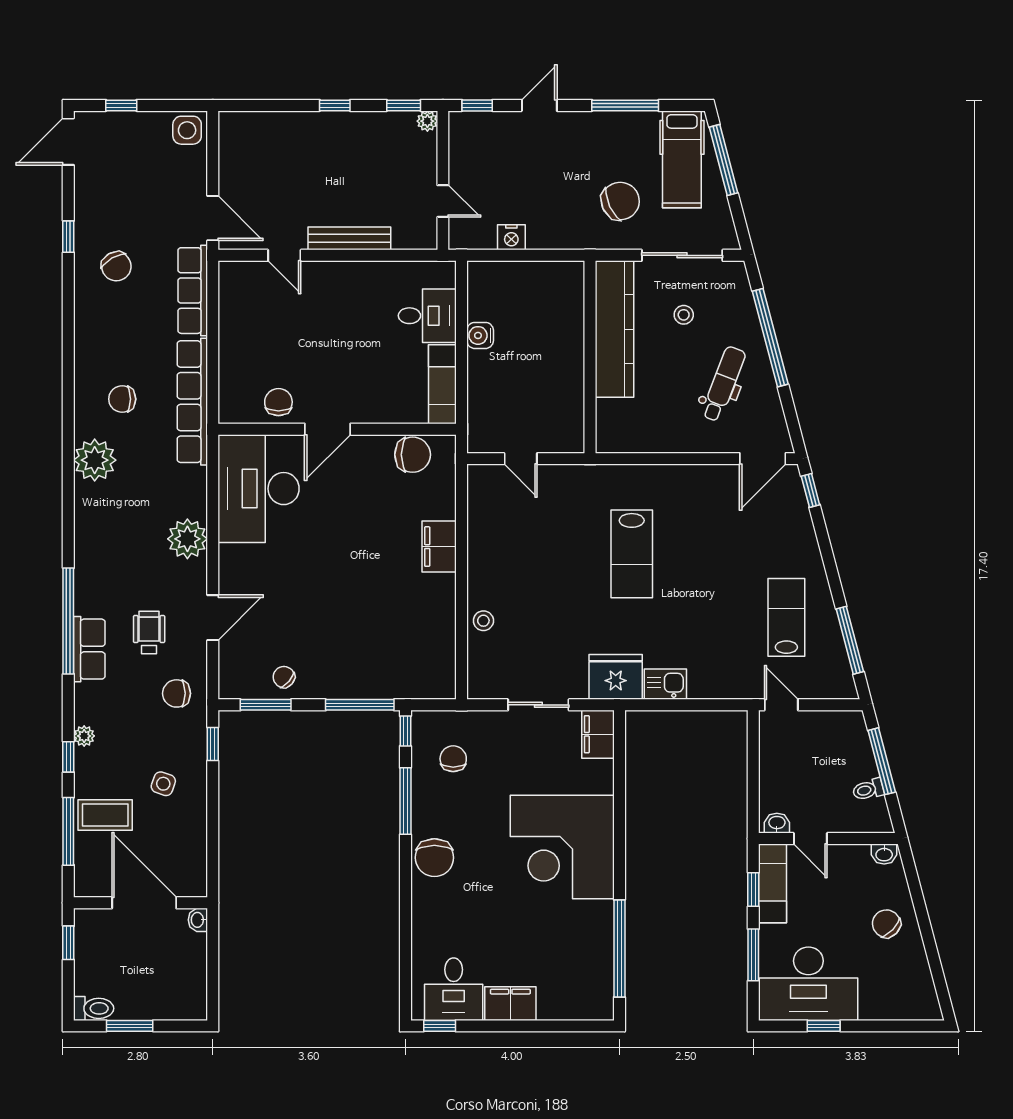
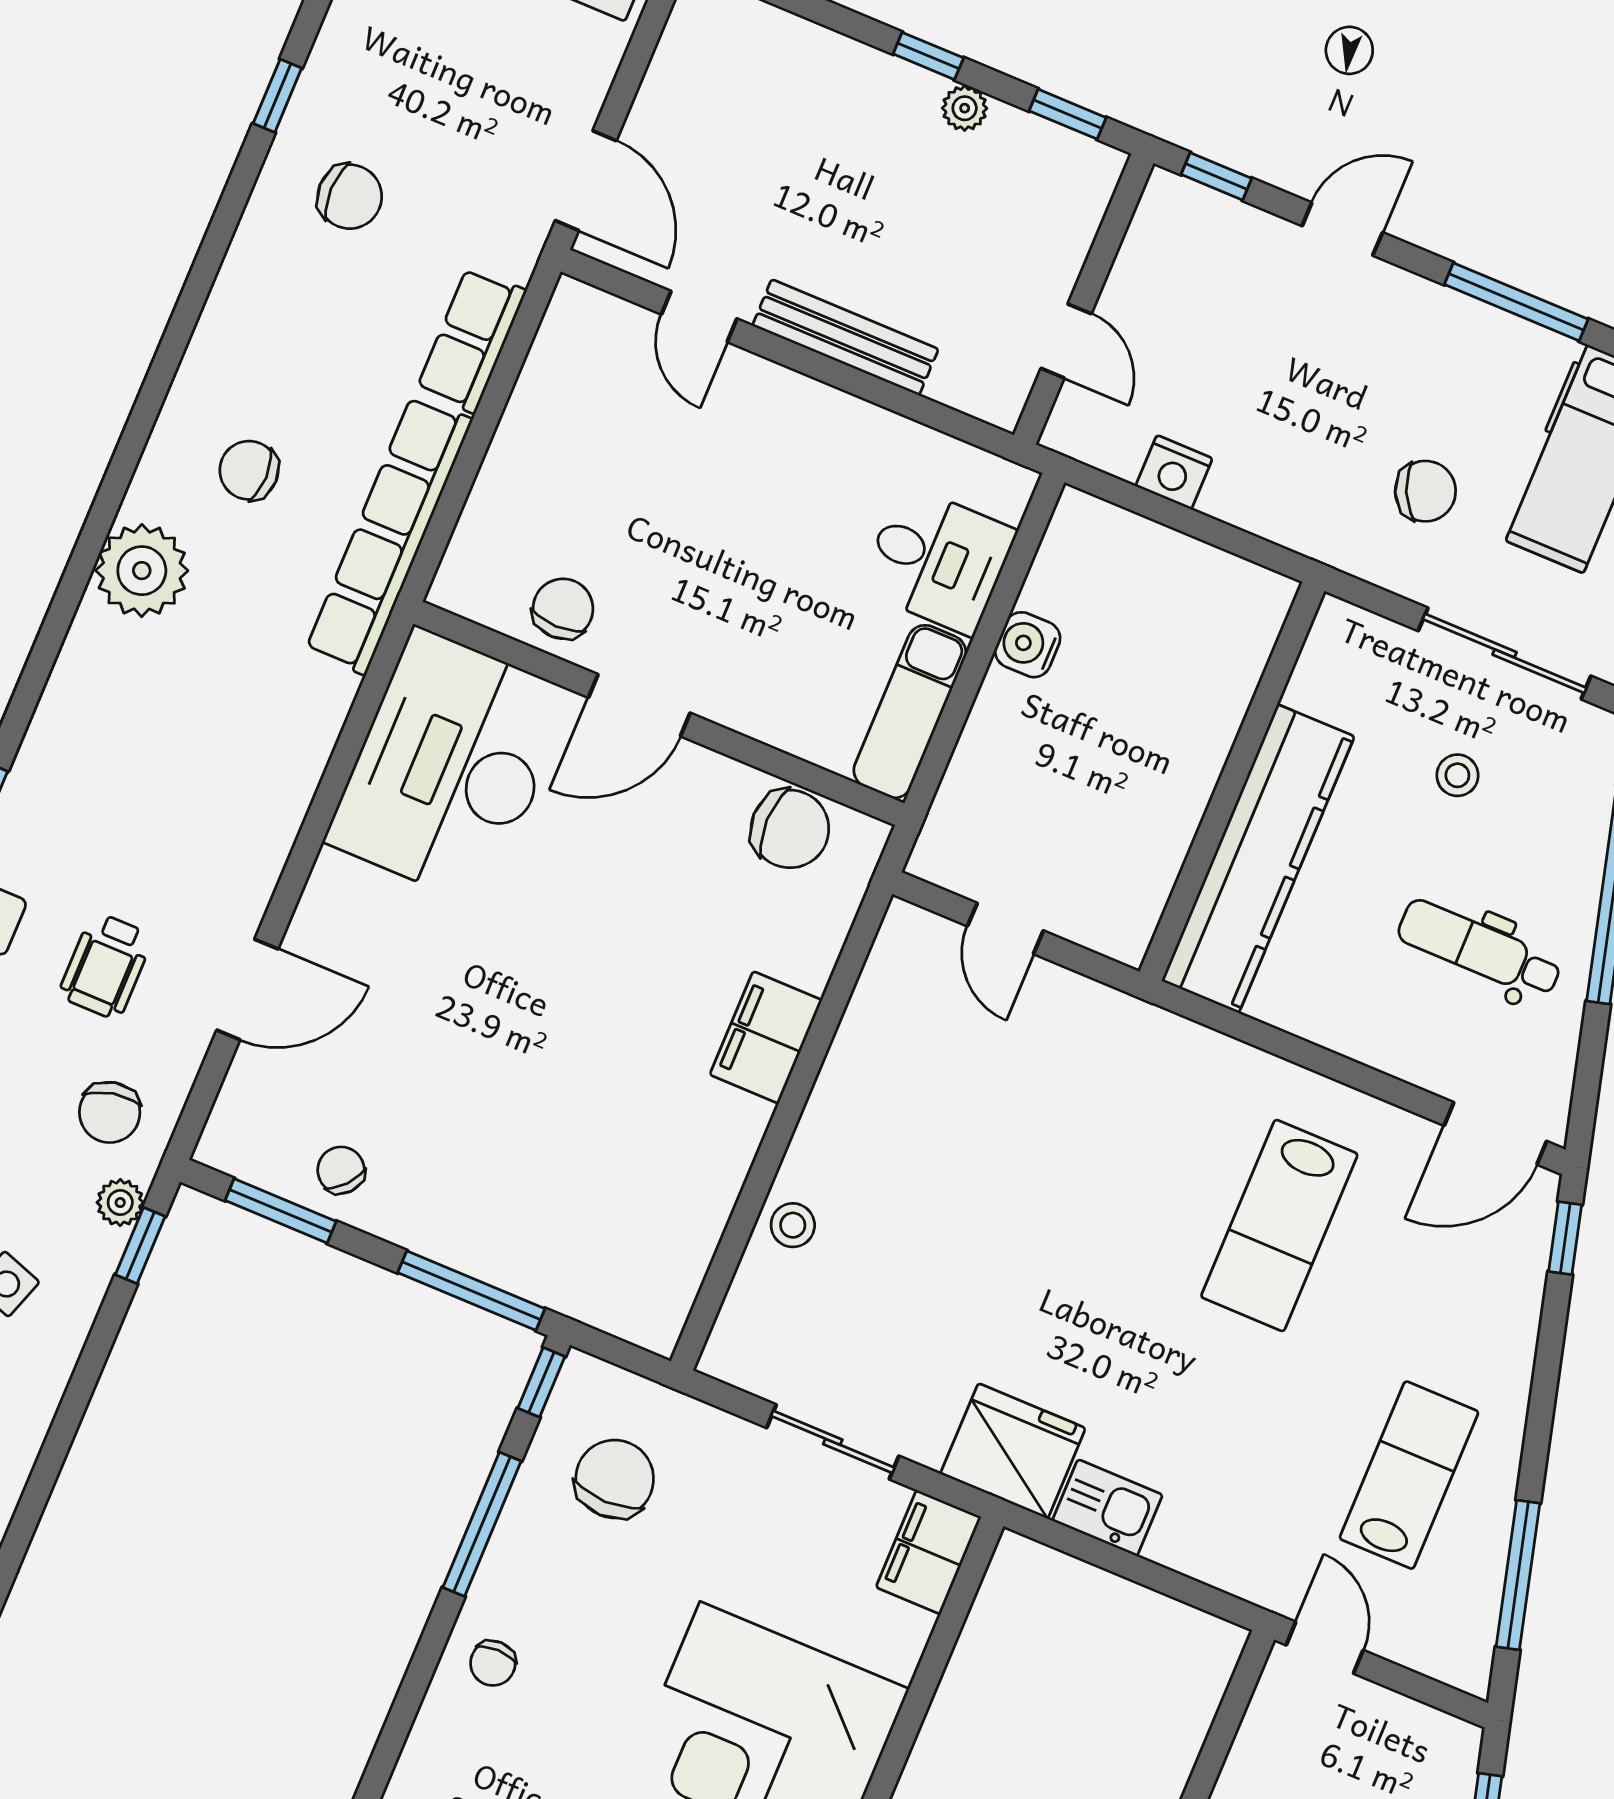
plant: (427, 121) -> (965, 108), moved
chair: (620, 201) -> (1425, 491), width x0.73, depth x0.73
chair: (116, 266) -> (350, 197), turned -60
row of seats: (193, 291) -> (471, 340), width x0.68
kitchen counter: (615, 329) -> (1258, 859), moved
dental chair: (724, 384) -> (1479, 949), turned -111
plant: (187, 539) -> (120, 1203), moved, width x0.53, depth x0.53
lab bench: (632, 554) -> (1279, 1225), moved
wheelchair: (149, 632) -> (106, 966), turned 180
chair: (177, 693) -> (110, 1112), turned -102
chair: (453, 759) -> (615, 1479), width x1.37, depth x1.37
chair: (434, 858) -> (493, 1663), width x0.54, depth x0.54

